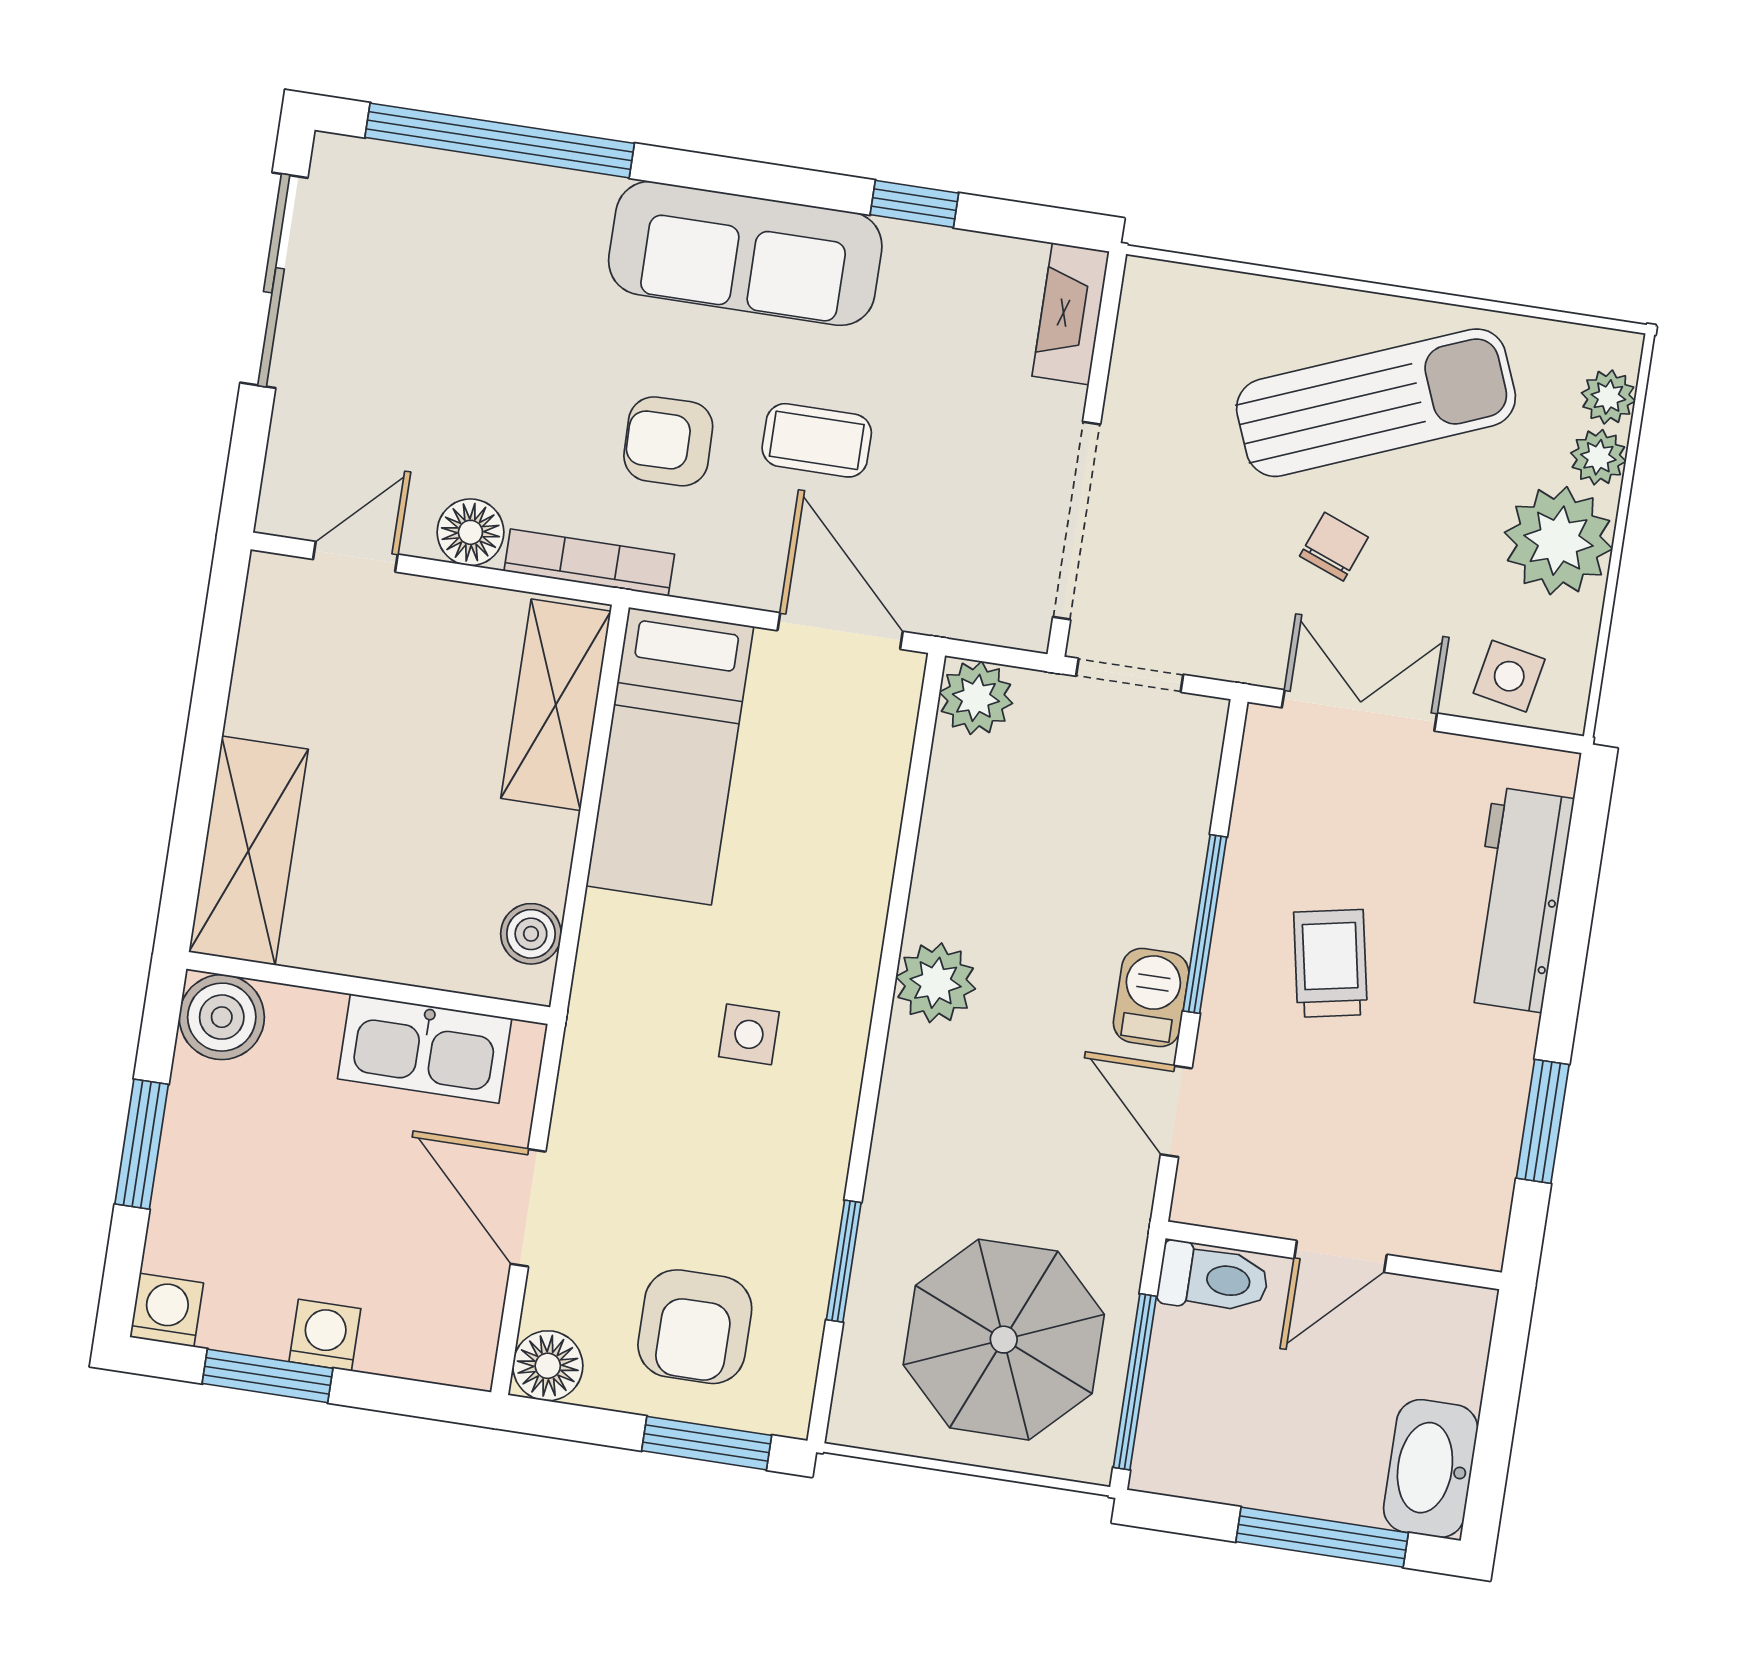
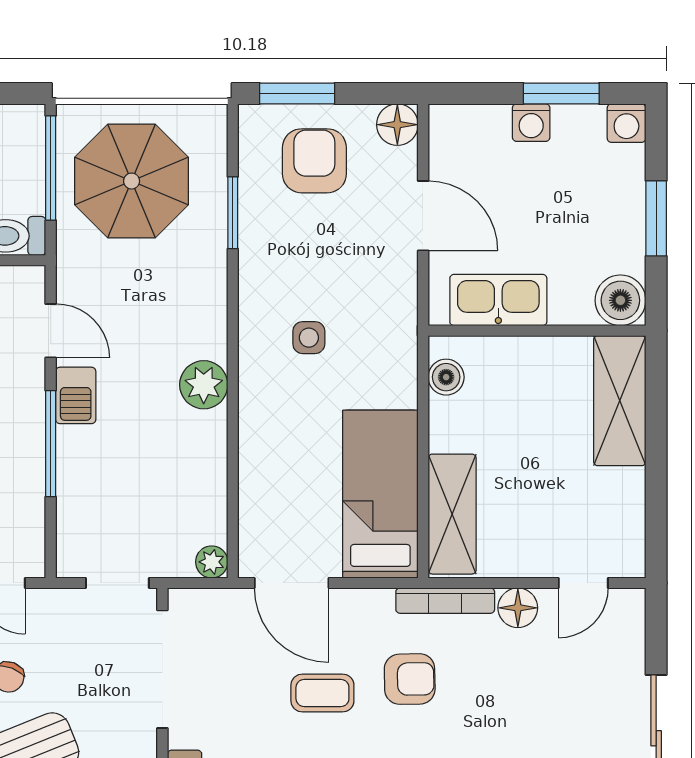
plant: (976, 698) -> (212, 562), width x0.73, depth x0.73

